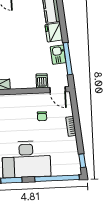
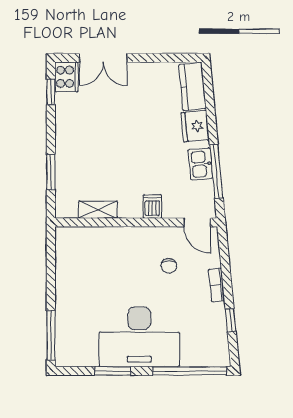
dishwasher: (42, 81) -> (152, 206), moved
window: (82, 161) -> (231, 320), moved

